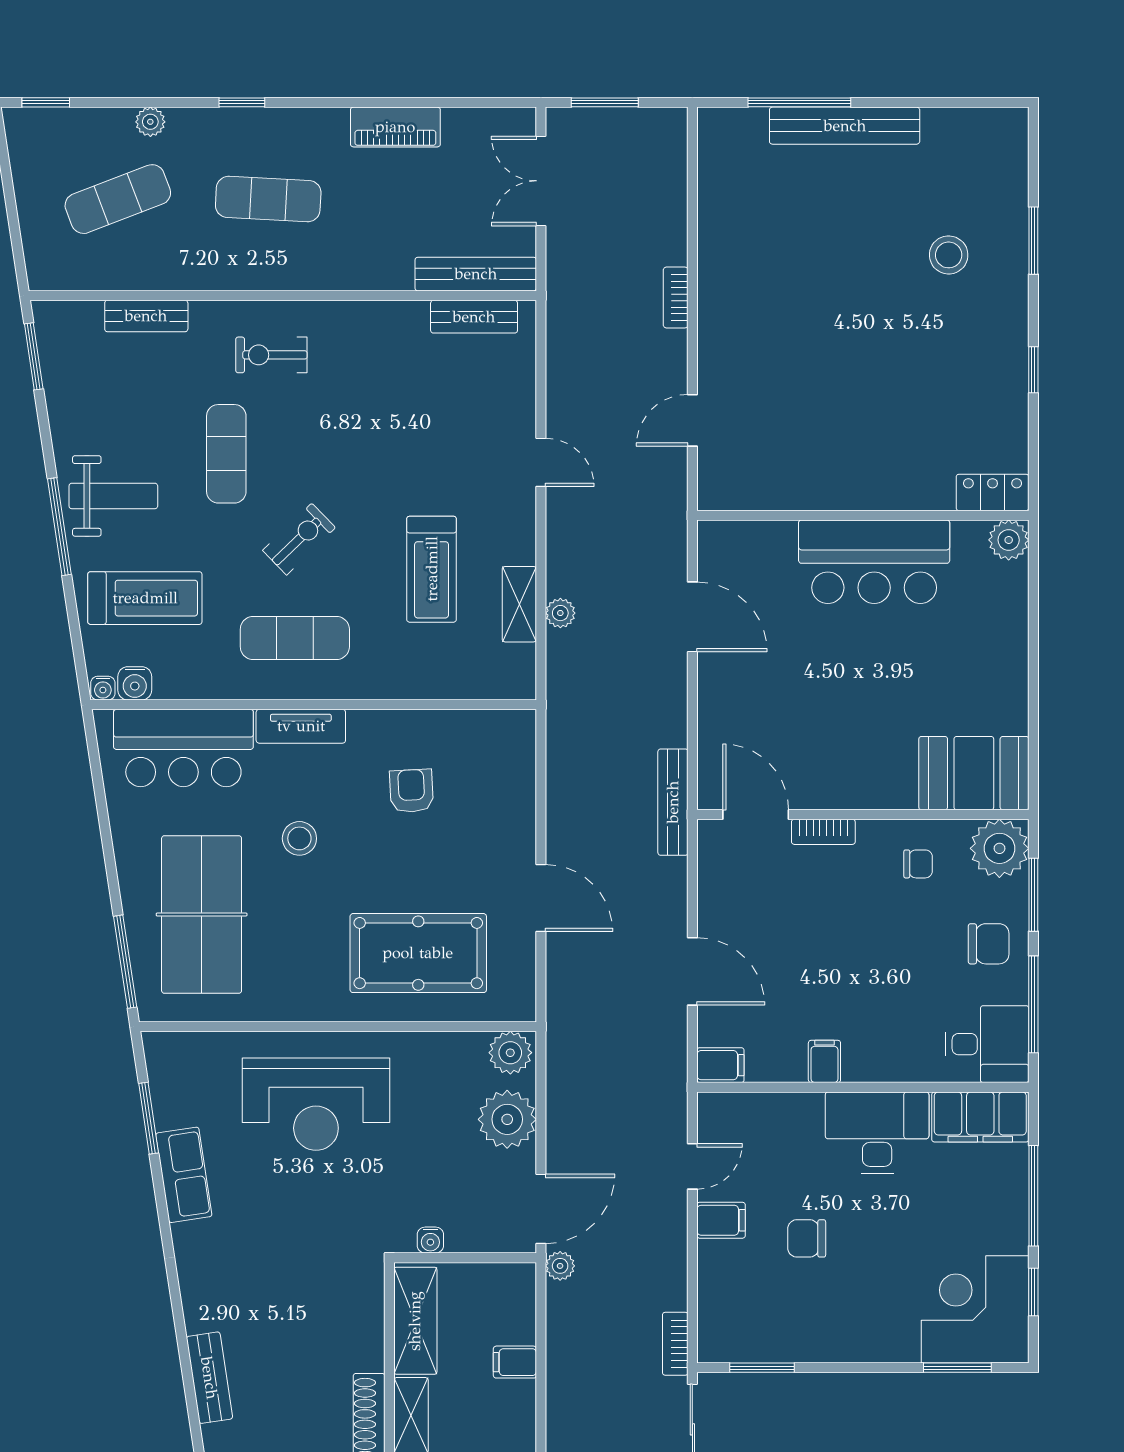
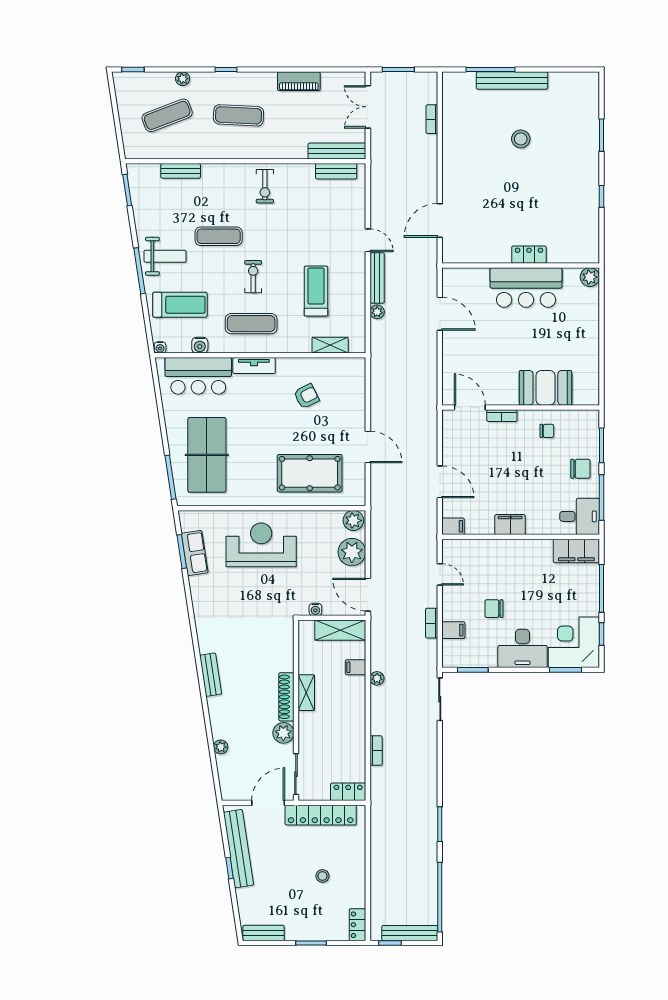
stool: (949, 255) -> (521, 139), moved
bookcase: (676, 298) -> (432, 119), moved
exercise bike: (271, 355) -> (265, 186), moved, turned -90
door: (692, 420) -> (440, 220), width x1.38
exercise mat: (226, 454) -> (219, 236), turned 90
locker: (993, 492) -> (529, 255), moved
exercise bike: (299, 539) -> (253, 277), turned -46
treadmill: (432, 569) -> (316, 291), turned 180
shelving: (519, 604) -> (330, 345), moved, turned 90
water cooler: (135, 683) -> (200, 345), moved
booth: (974, 773) -> (545, 388), moved
armchair: (411, 791) -> (306, 396), turned 66
bench: (673, 802) -> (377, 278), moved
stool: (299, 838) -> (253, 419), removed
plant: (999, 848) -> (586, 424), removed
filing cabinet: (824, 1061) -> (510, 525), width x2.00
reception desk: (316, 1104) -> (261, 545), turned 180
desk: (877, 1132) -> (523, 648), moved, turned 180
door: (692, 1166) -> (440, 574), hinge flipped
row of seats: (184, 1175) -> (195, 553), moved
door: (541, 1209) -> (368, 595), swing flipped
filing cabinet: (721, 1220) -> (453, 630), moved
plant: (560, 1266) -> (377, 678), moved
shelving: (415, 1321) -> (340, 630), moved, turned 90
bookcase: (675, 1344) -> (432, 623), moved

